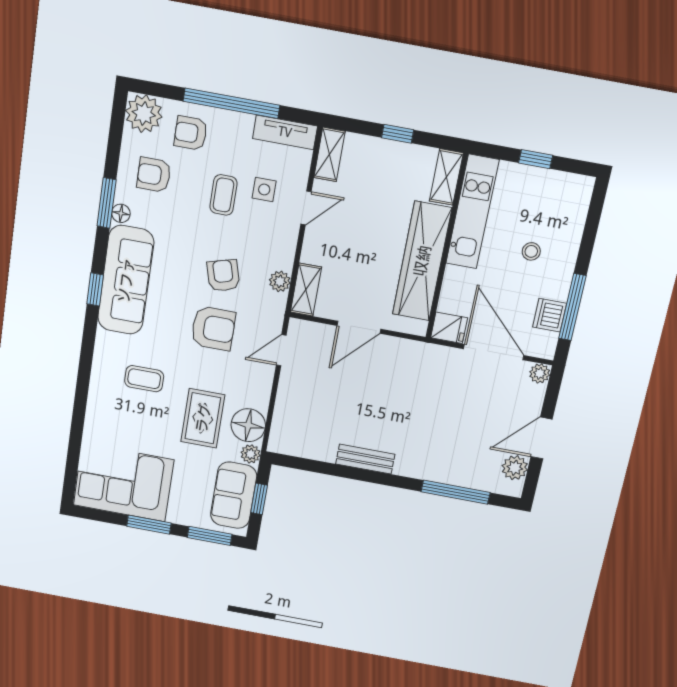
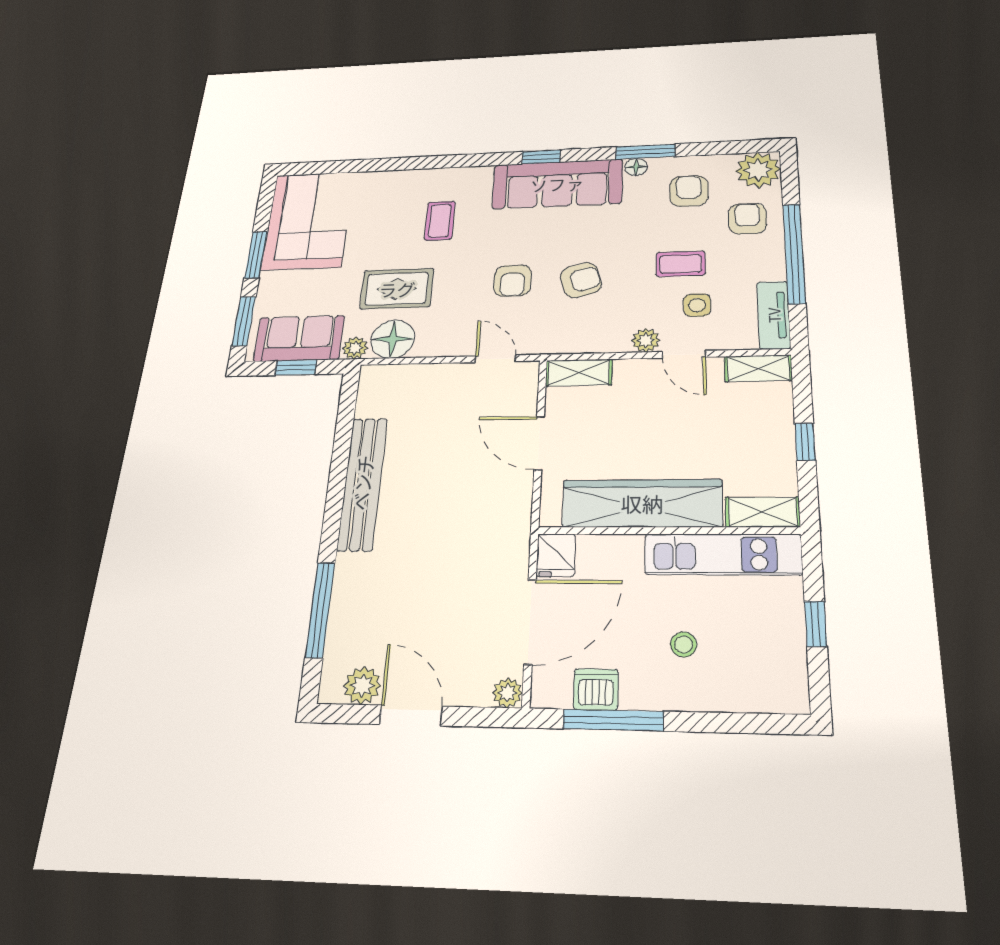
plant: (280, 281) -> (646, 340), moved
armchair: (213, 328) -> (513, 281), width x0.72, depth x0.72
bench: (365, 459) -> (362, 483), width x1.86, depth x1.21

